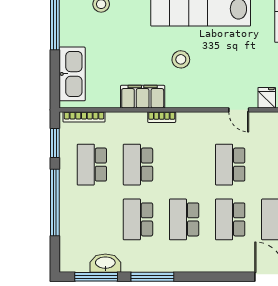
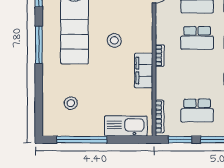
school desk: (138, 165) -> (197, 38), moved

